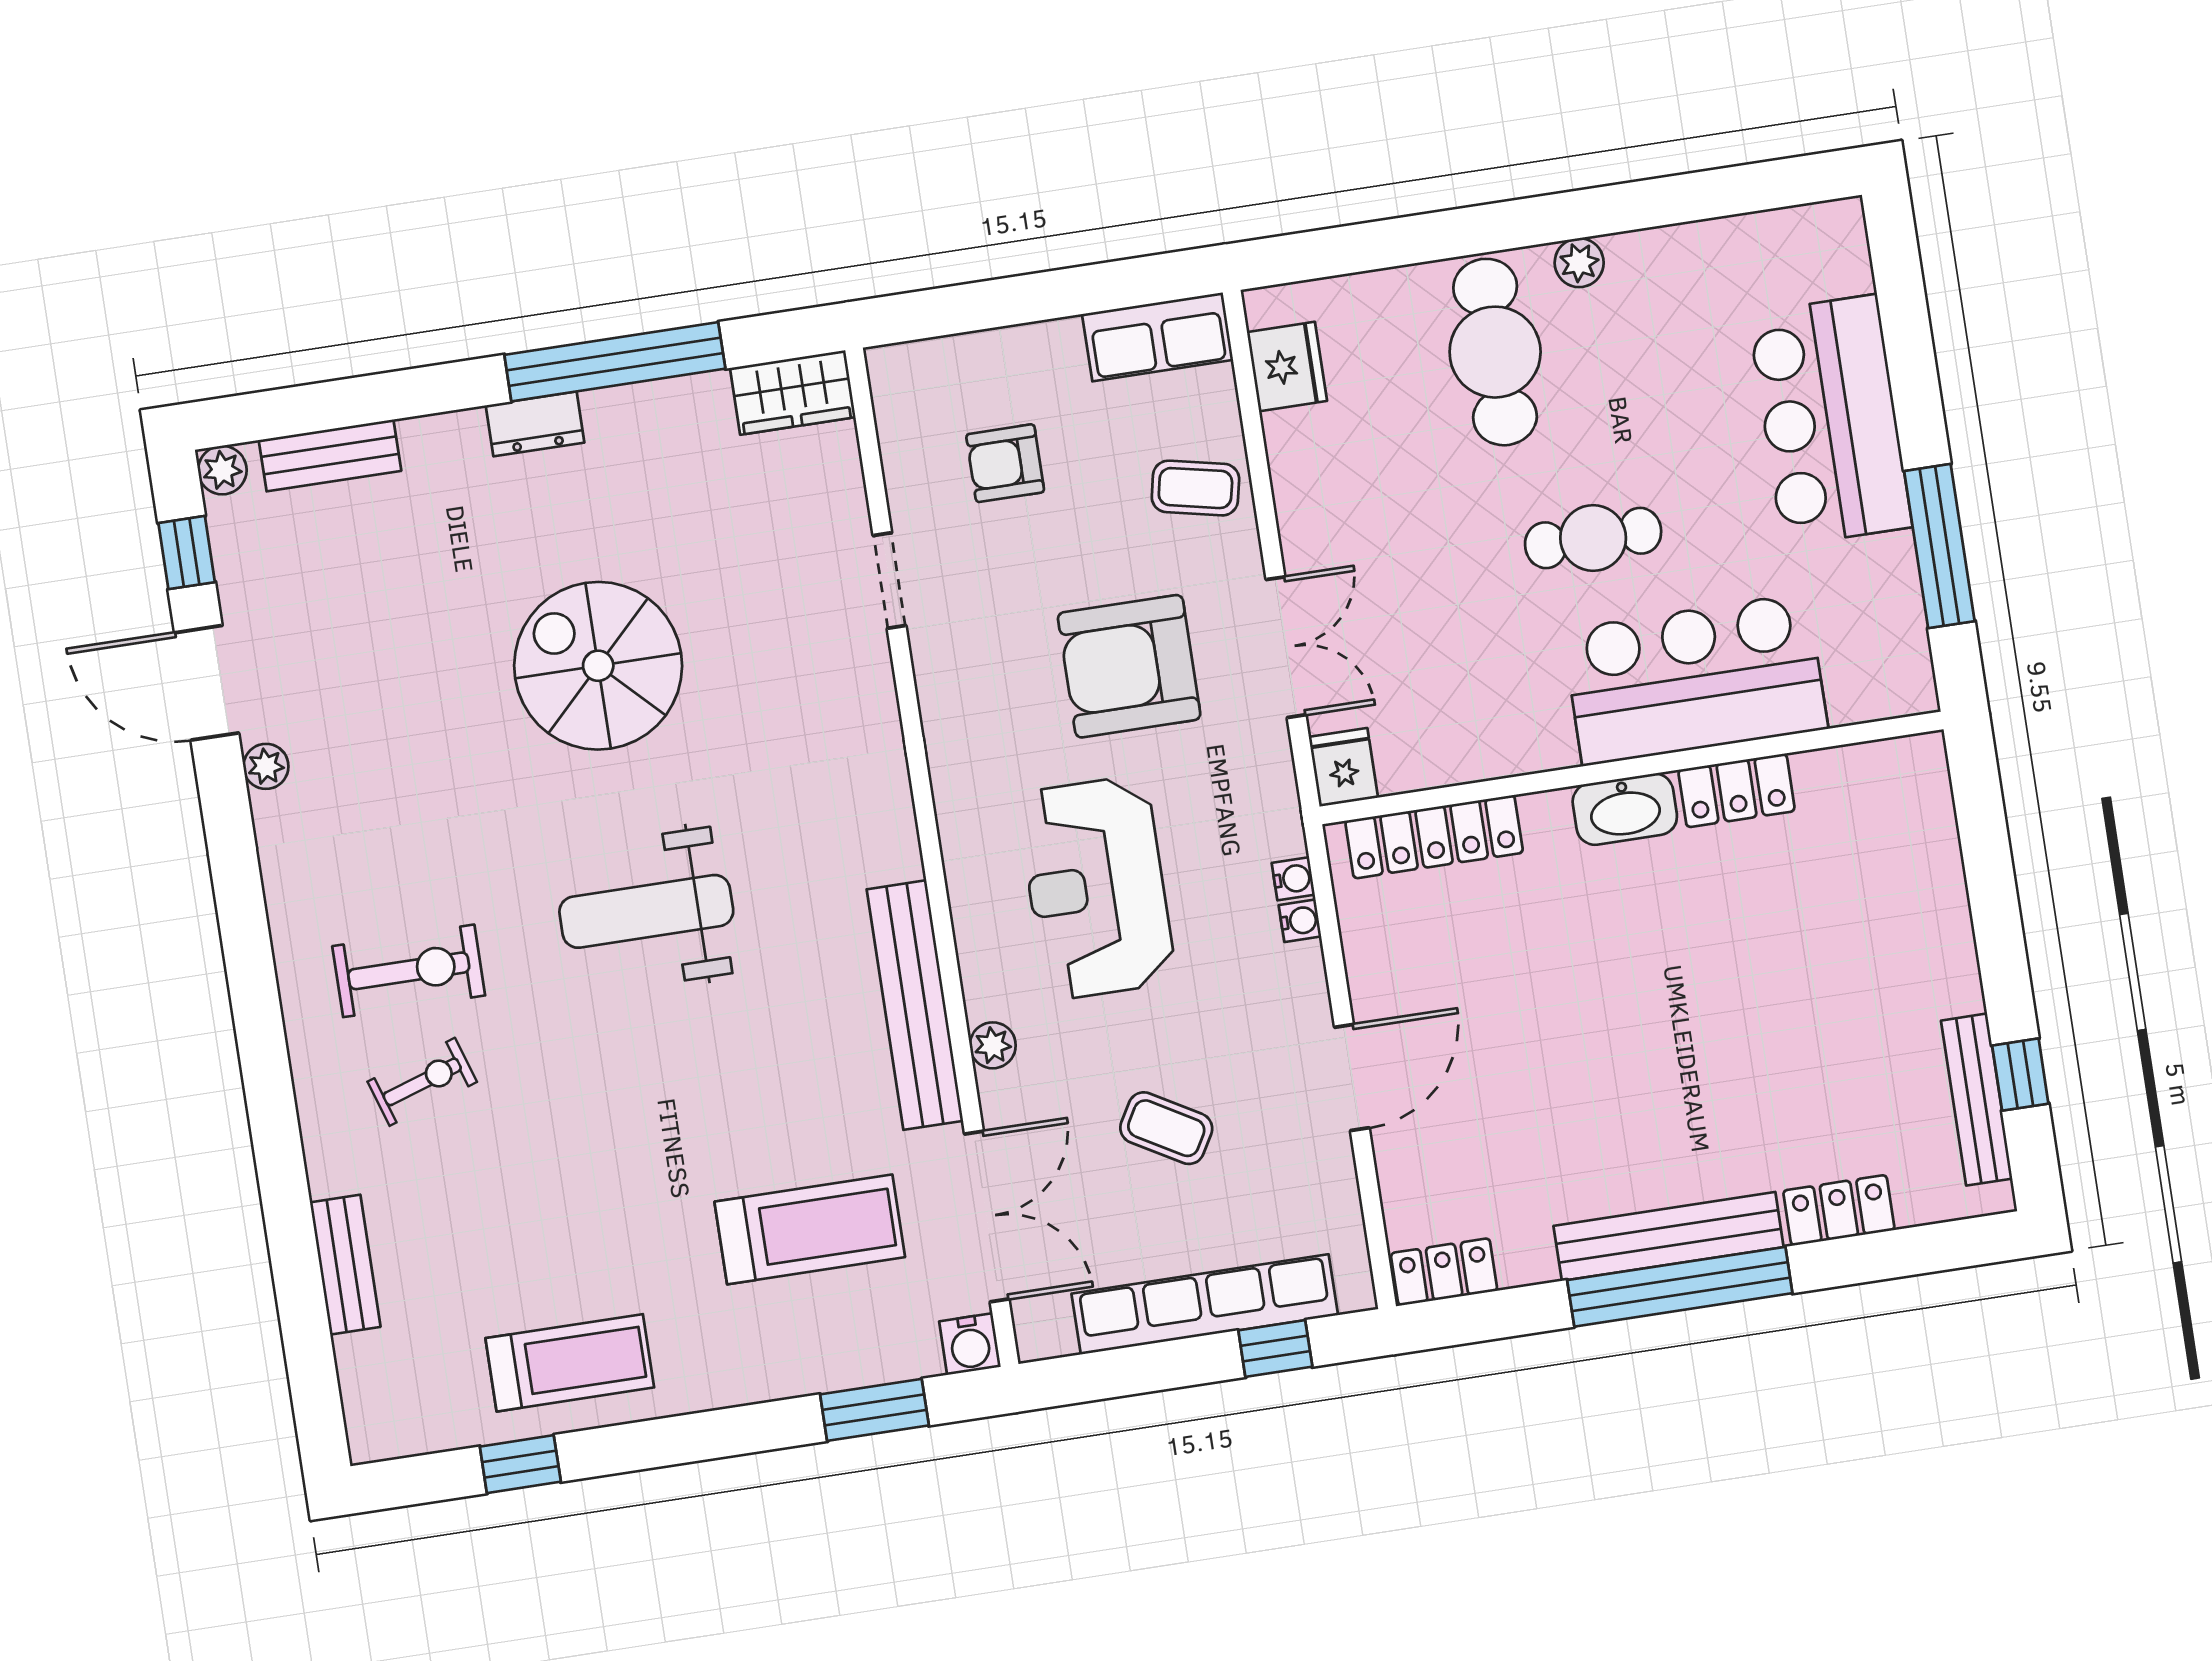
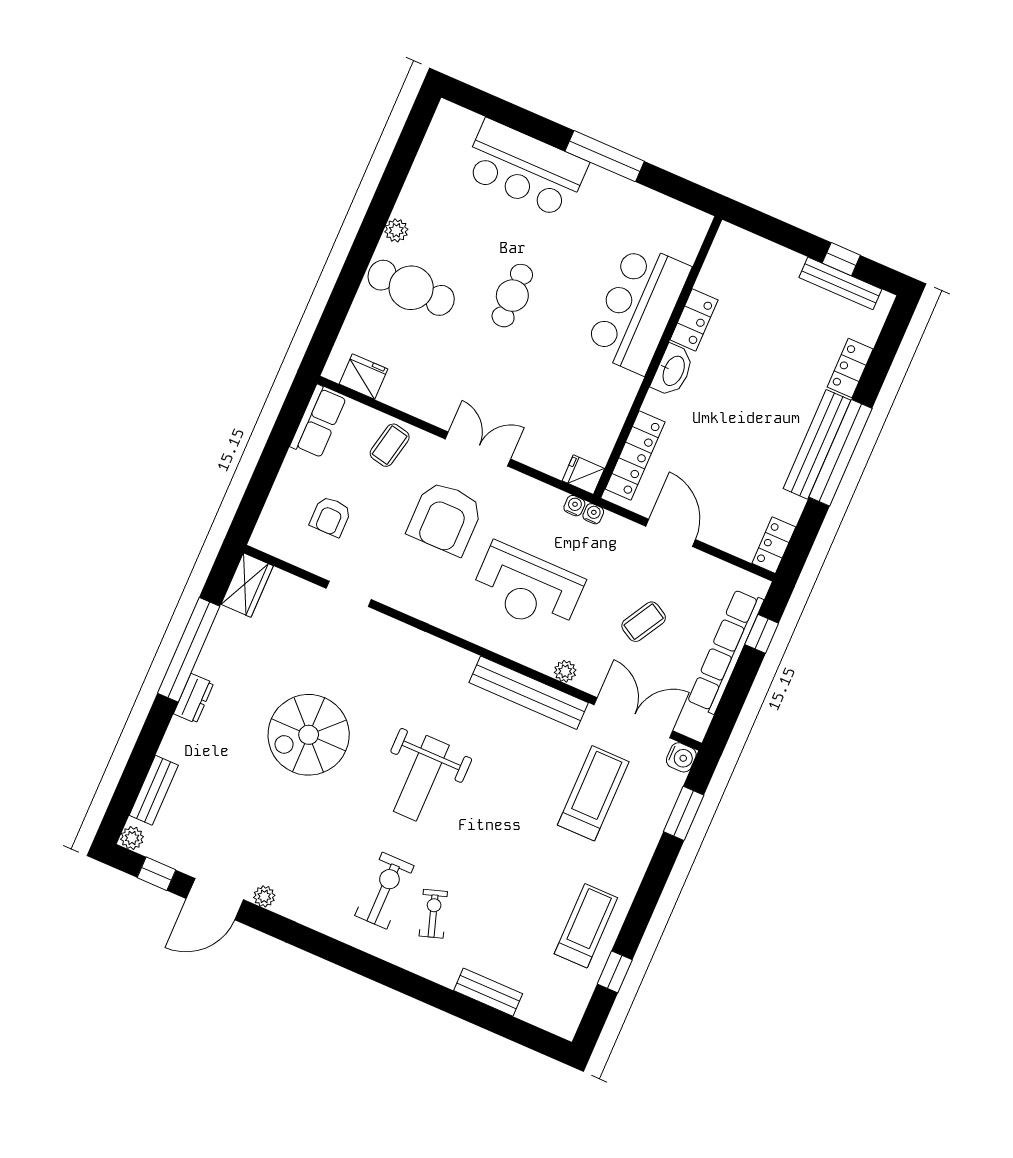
bar counter: (1695, 679) -> (638, 308), moved
fridge: (1343, 767) -> (583, 475), moved
wall: (1632, 768) -> (658, 357), moved
locker: (1737, 790) -> (694, 320), moved
washbasin: (1625, 809) -> (673, 370), moved
locker: (1434, 837) -> (635, 455), moved

